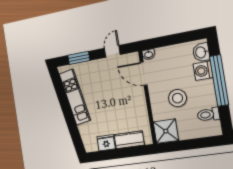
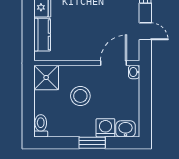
window: (219, 80) -> (92, 143), width x0.47
toilet: (208, 115) -> (41, 126), moved

